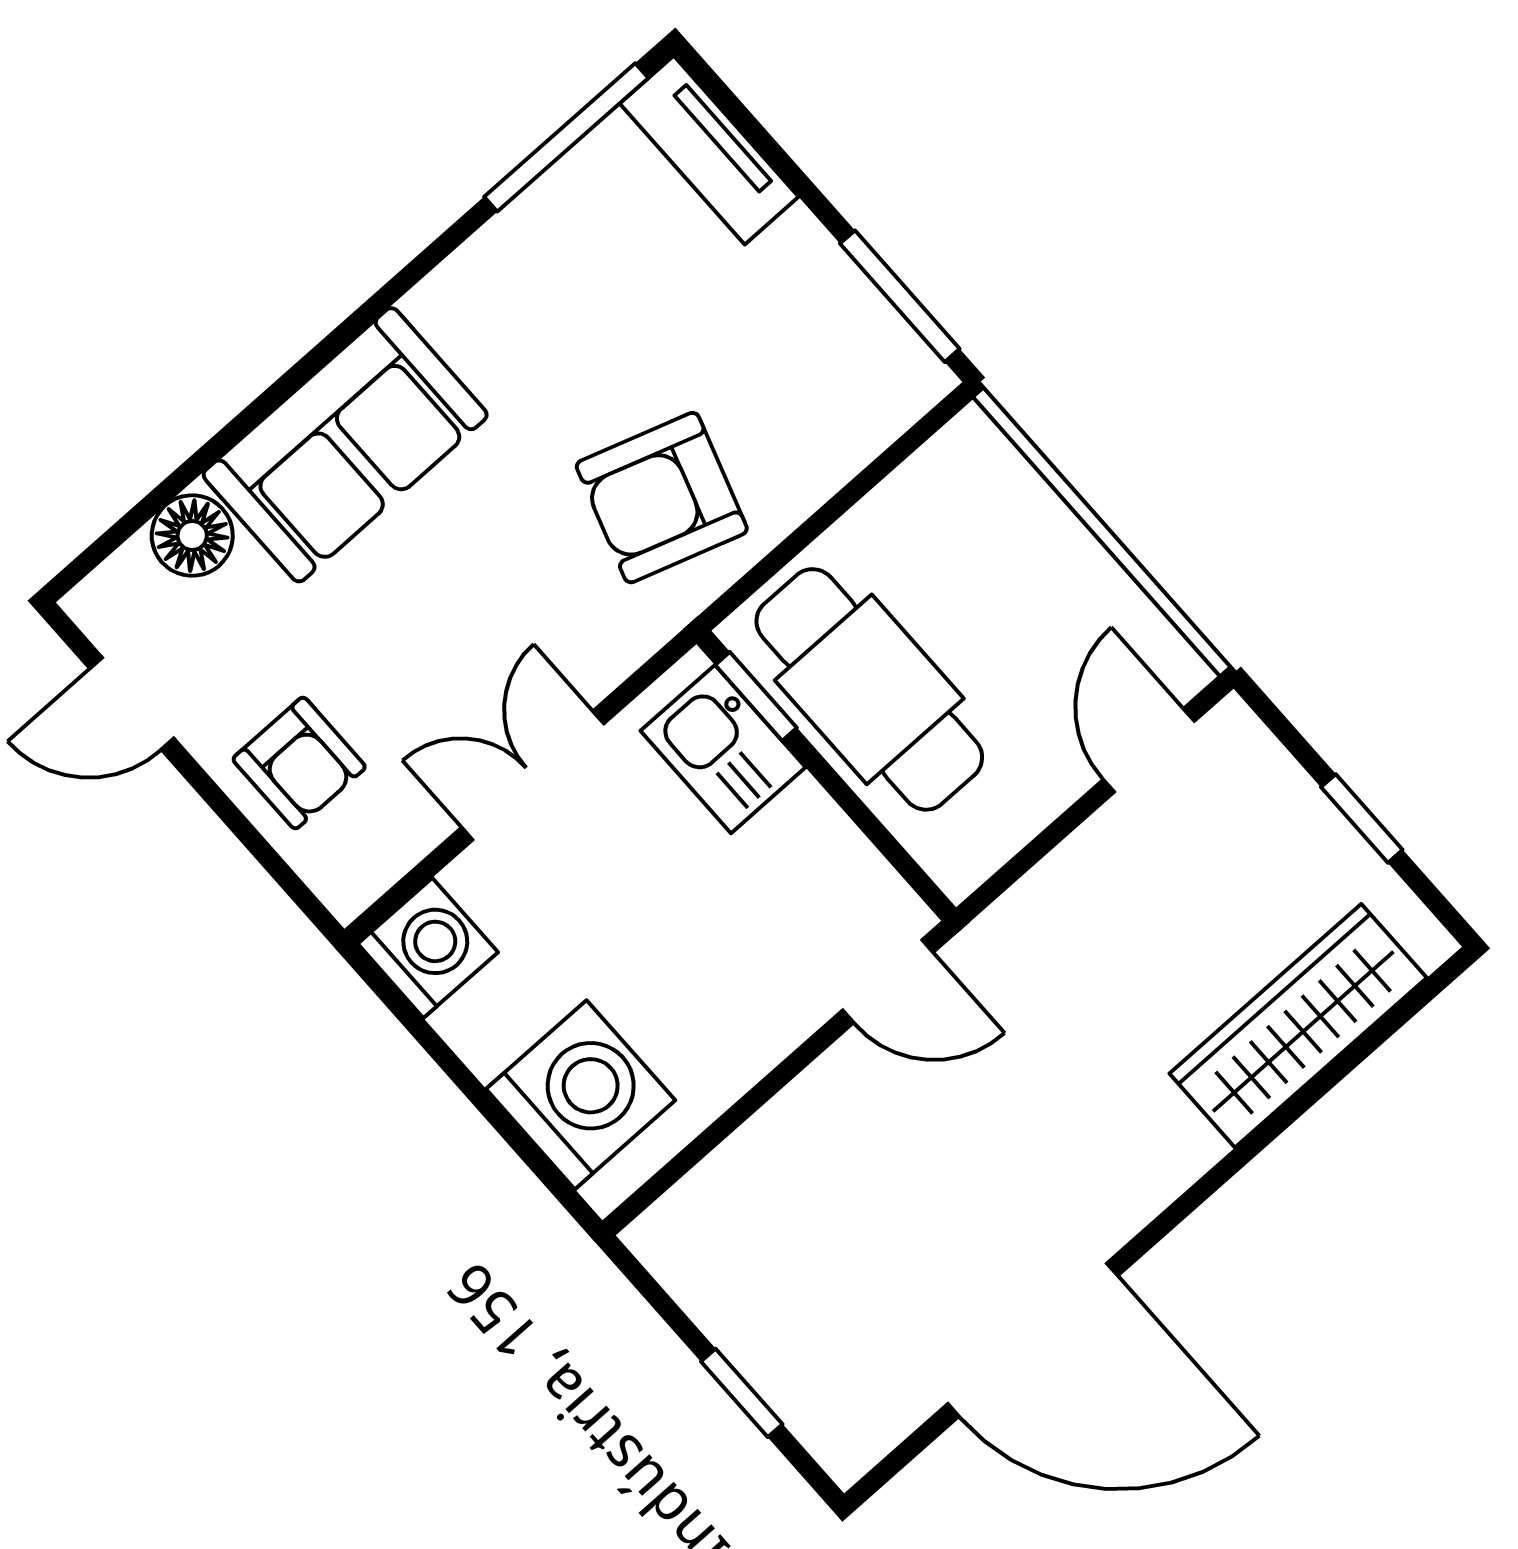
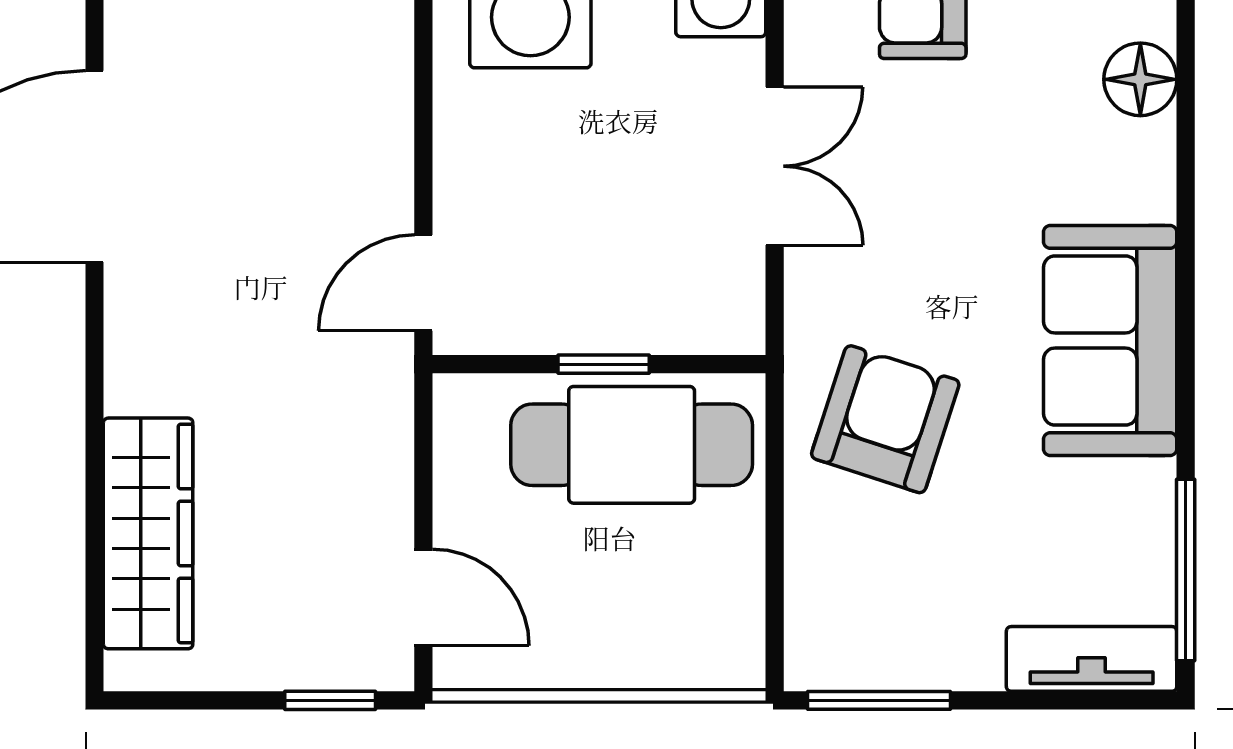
sofa: (345, 445) -> (1110, 340), moved
window: (756, 696) -> (604, 364), moved
kitchen sink: (723, 749) -> (679, 310), removed
window: (1362, 818) -> (330, 700), moved

